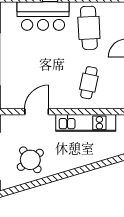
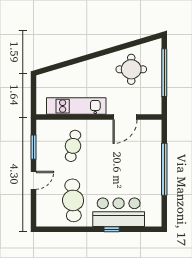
round table: (30, 160) -> (131, 69), turned 37

